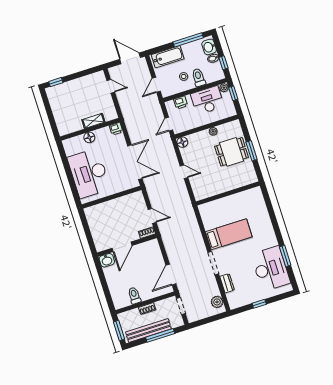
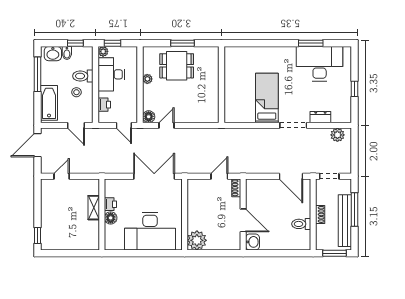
printer: (116, 129) -> (110, 204), moved
dining table: (232, 152) -> (177, 66), turned 90
door: (184, 172) -> (166, 125), moved
plant: (94, 214) -> (197, 240), added

